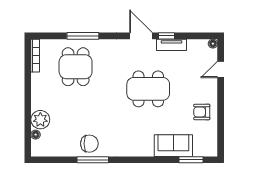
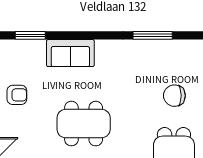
chair: (89, 144) -> (174, 96), moved
sofa: (173, 146) -> (70, 53), moved

